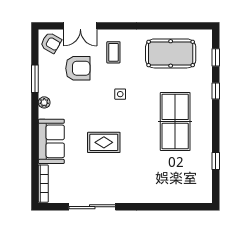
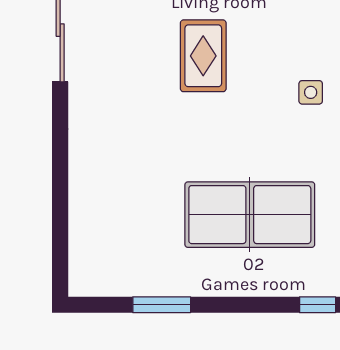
window: (216, 161) -> (162, 305), width x1.50

